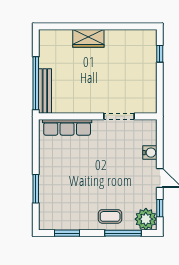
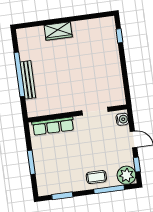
wall: (98, 116) -> (77, 114), moved
doorway: (119, 116) -> (95, 111), moved
row of seats: (67, 127) -> (53, 126), moved

